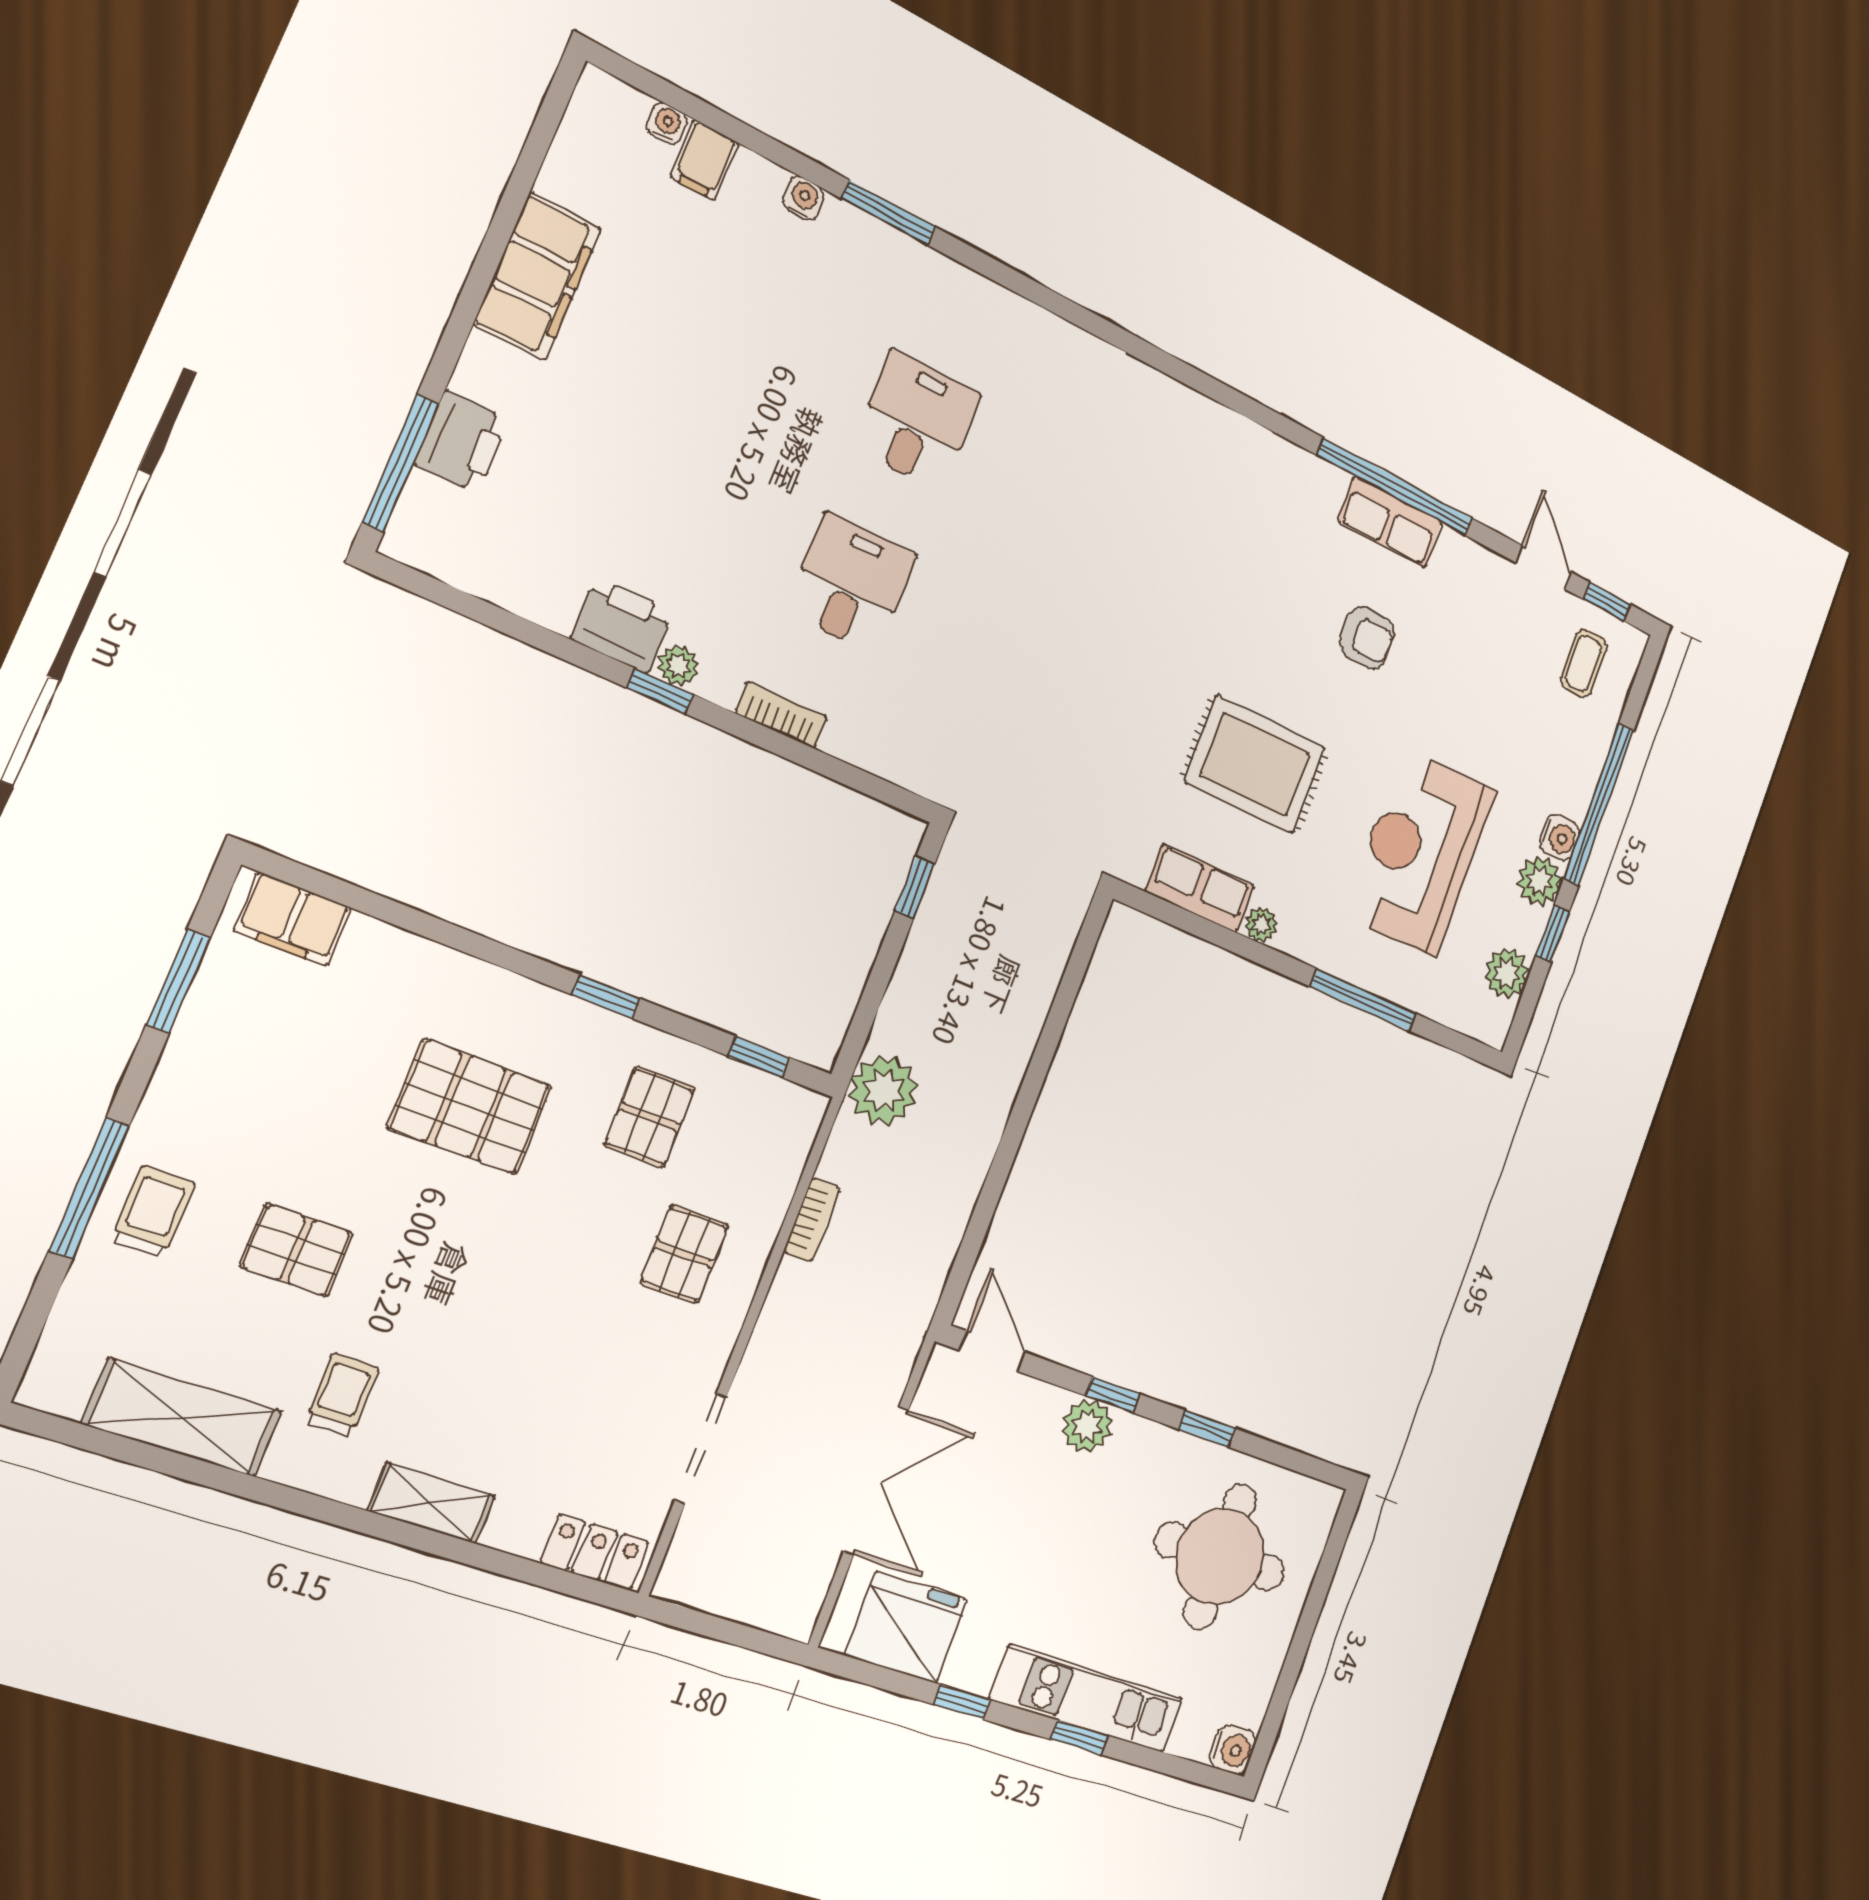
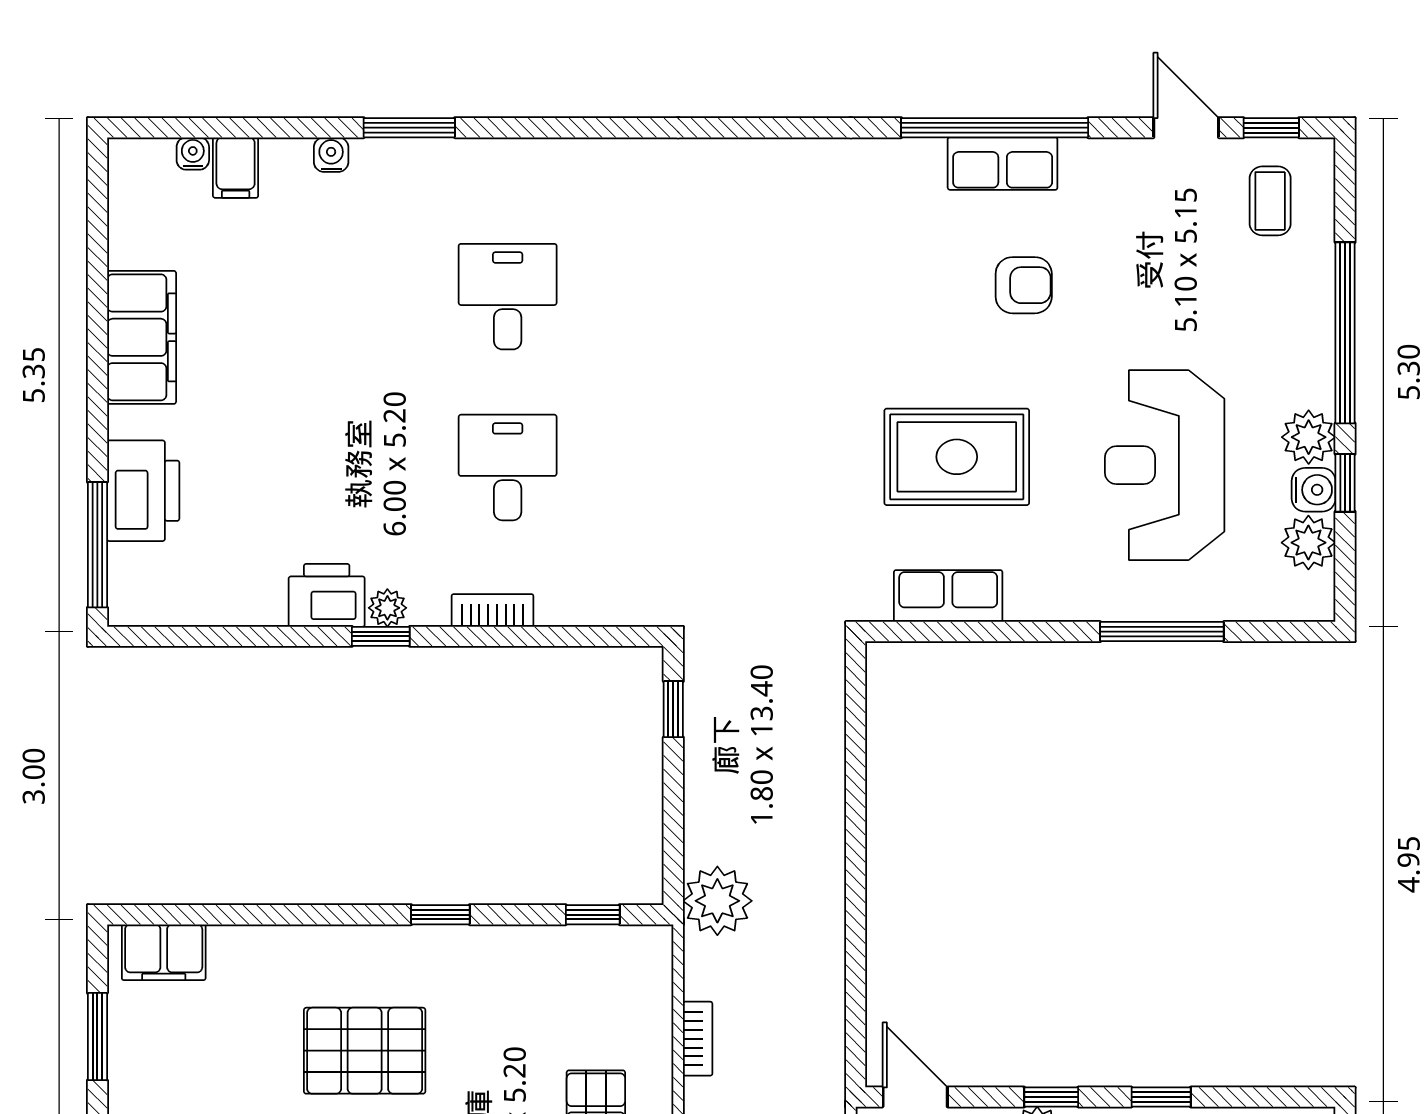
printer: (462, 442) -> (143, 491), width x1.37, depth x1.19
water cooler: (1559, 837) -> (1314, 490), moved
plant: (1261, 925) -> (1025, 604), removed
pallet: (650, 1117) -> (518, 1003), removed

